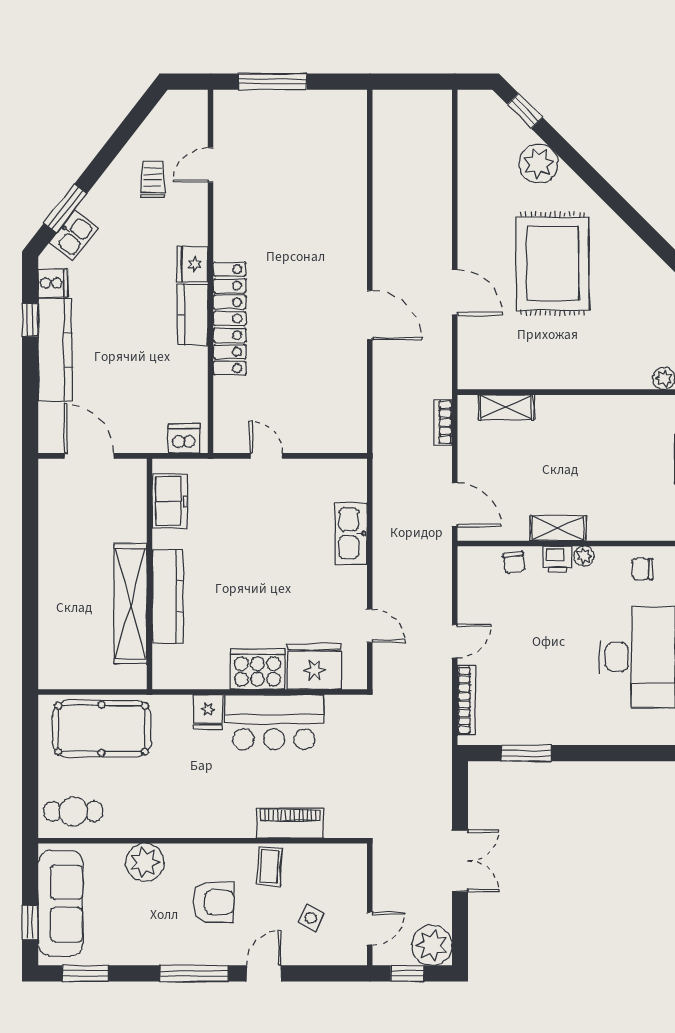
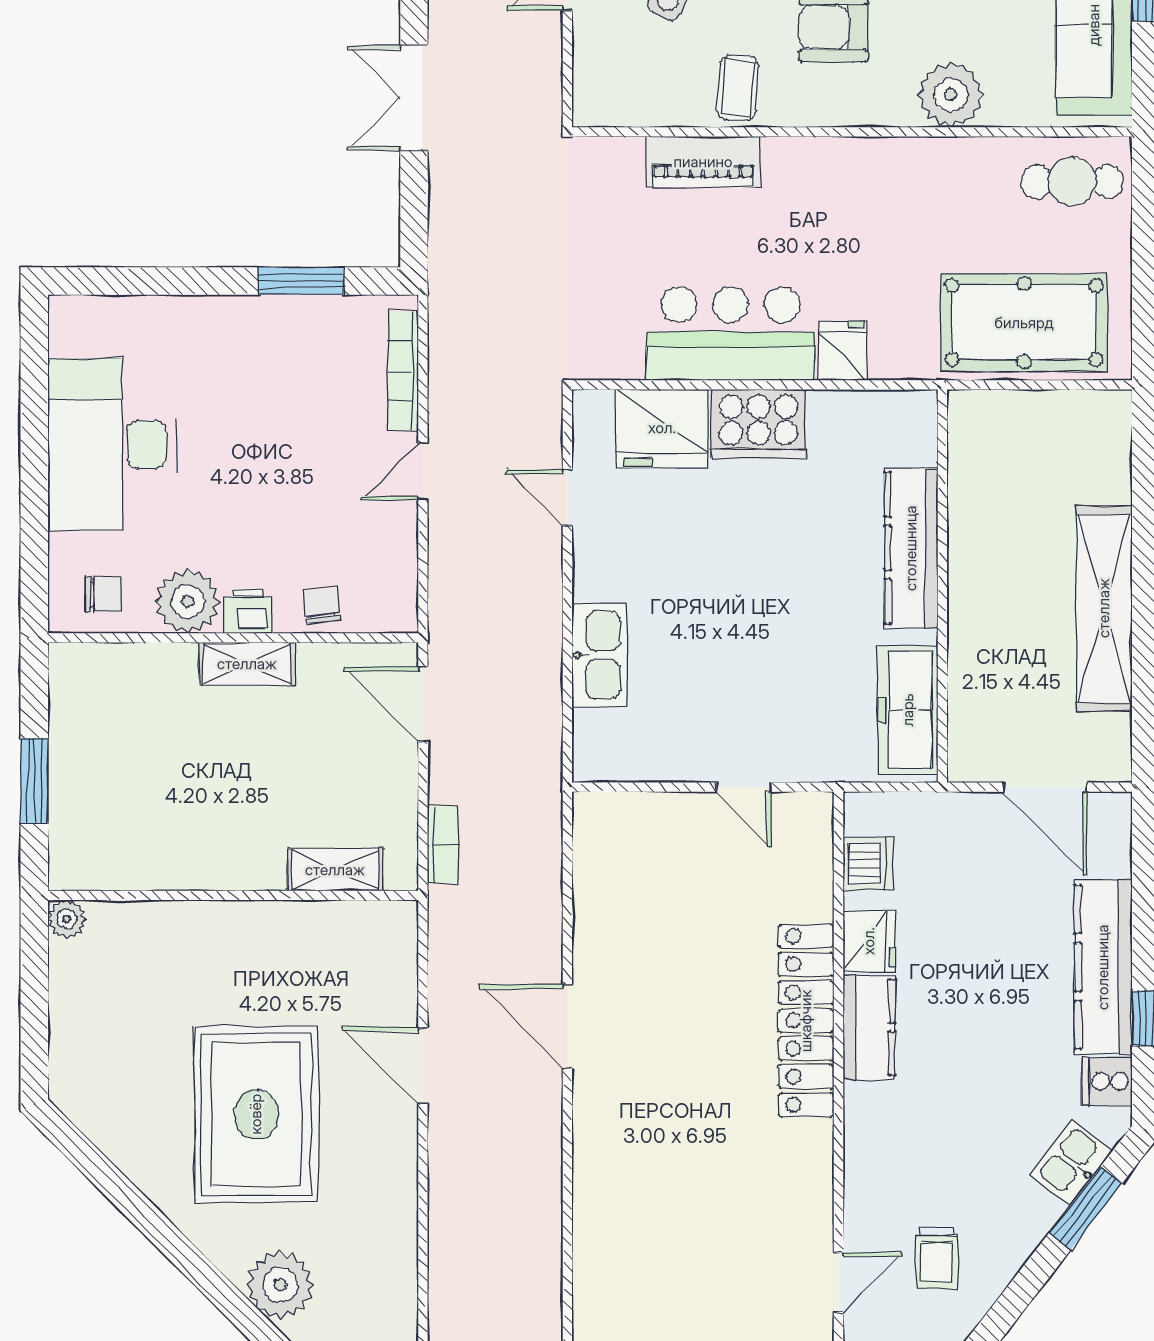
fridge: (192, 264) -> (869, 941), moved
dishwasher: (184, 438) -> (868, 864), moved, turned -90
freezer: (170, 501) -> (908, 710), width x1.40
plant: (584, 556) -> (188, 601), width x1.87, depth x1.87
shelving: (130, 604) -> (1104, 608), moved

